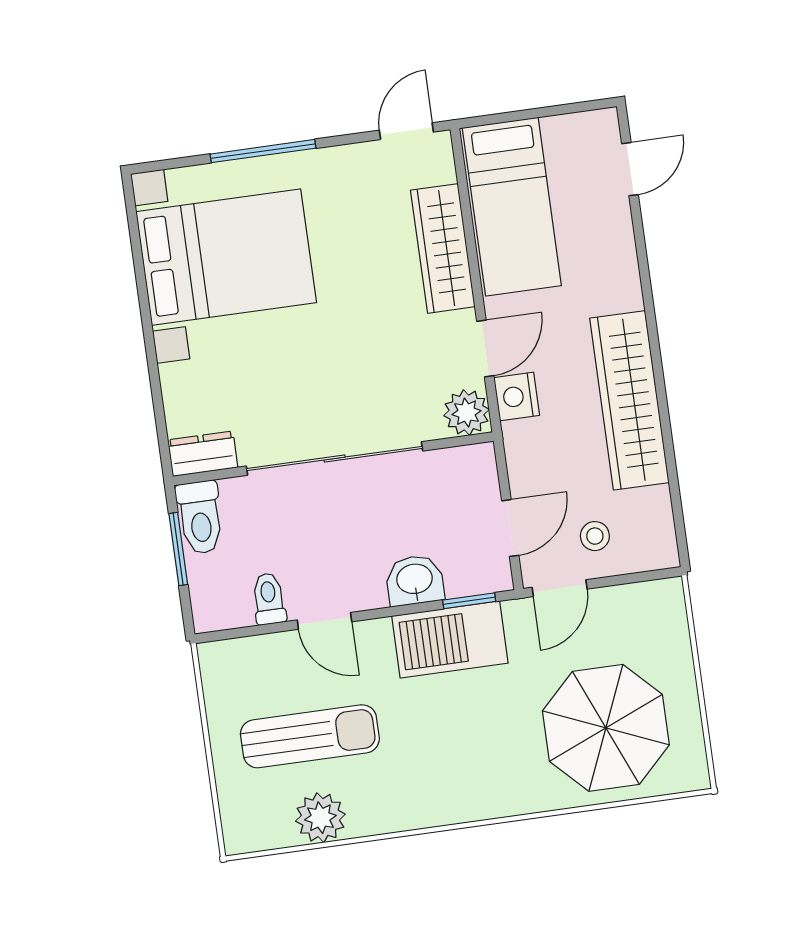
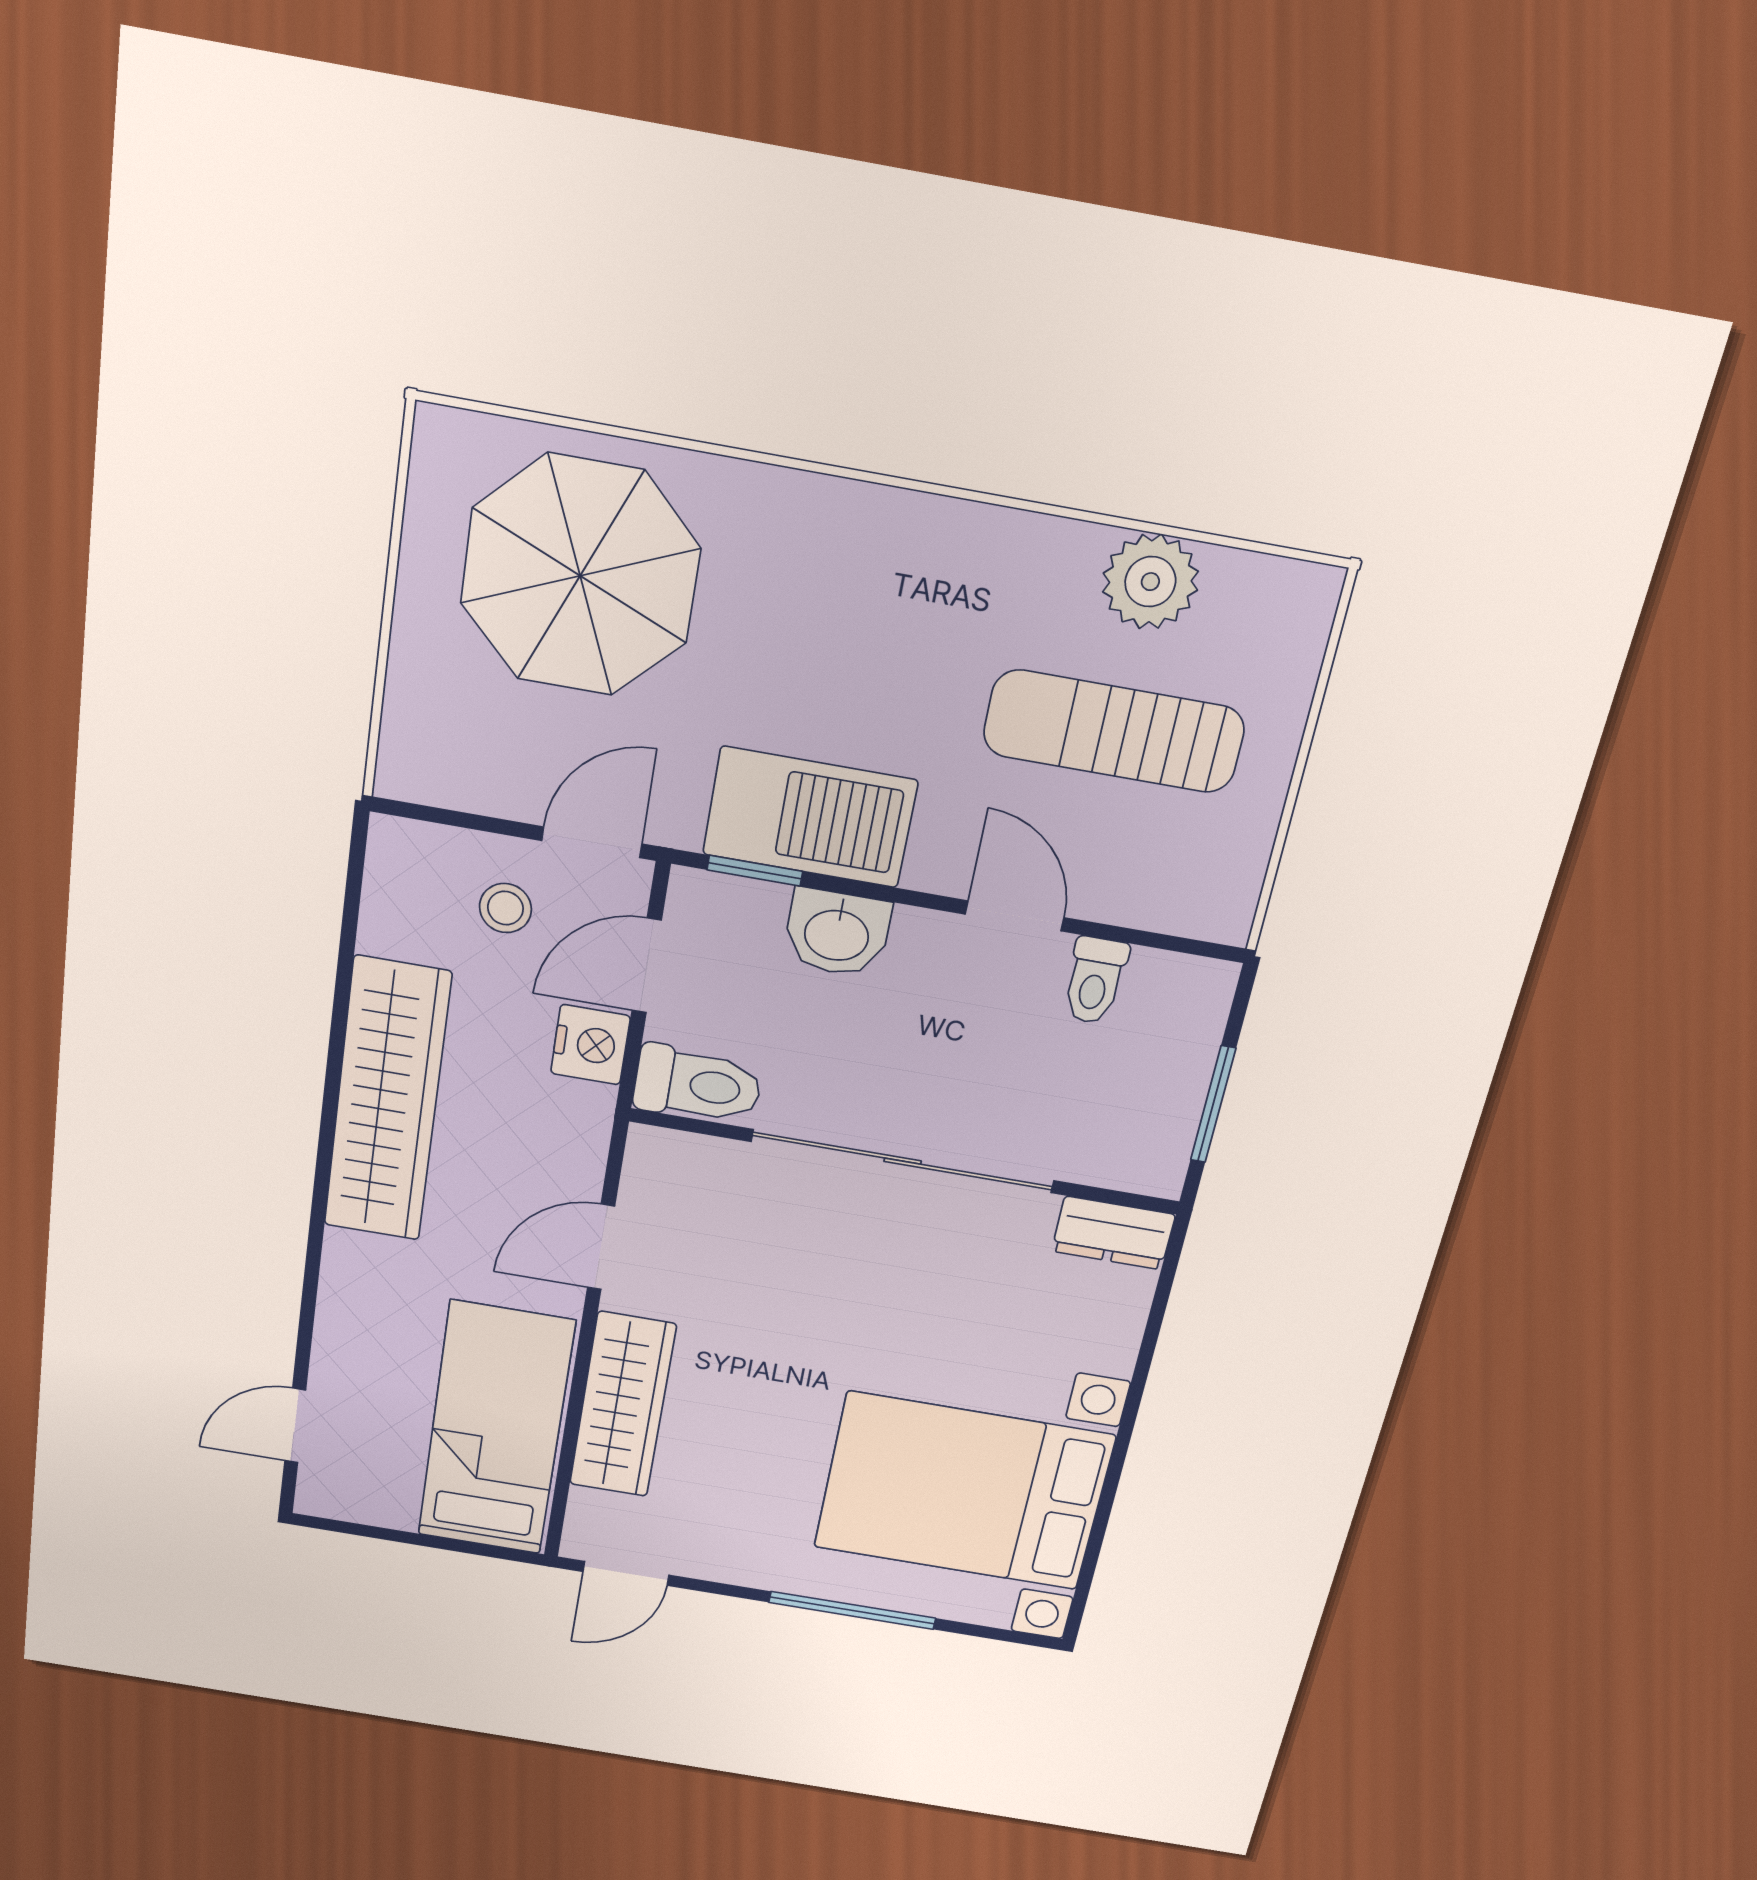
nightstand: (517, 396) -> (590, 1045), moved
plant: (466, 413) -> (662, 1163), removed
toilet: (200, 517) -> (698, 1085), moved, turned 90

